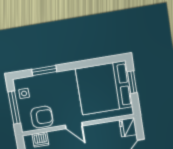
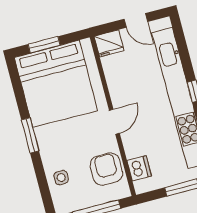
window: (44, 70) -> (30, 135), moved
side table: (24, 93) -> (61, 178), moved

